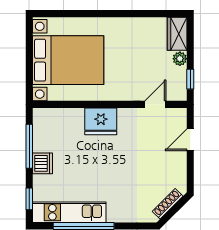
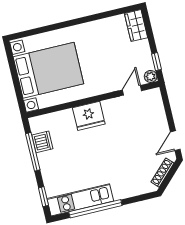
plant: (180, 59) -> (151, 76), moved
door: (190, 140) -> (175, 141), moved
dishwasher: (42, 163) -> (42, 142), moved

